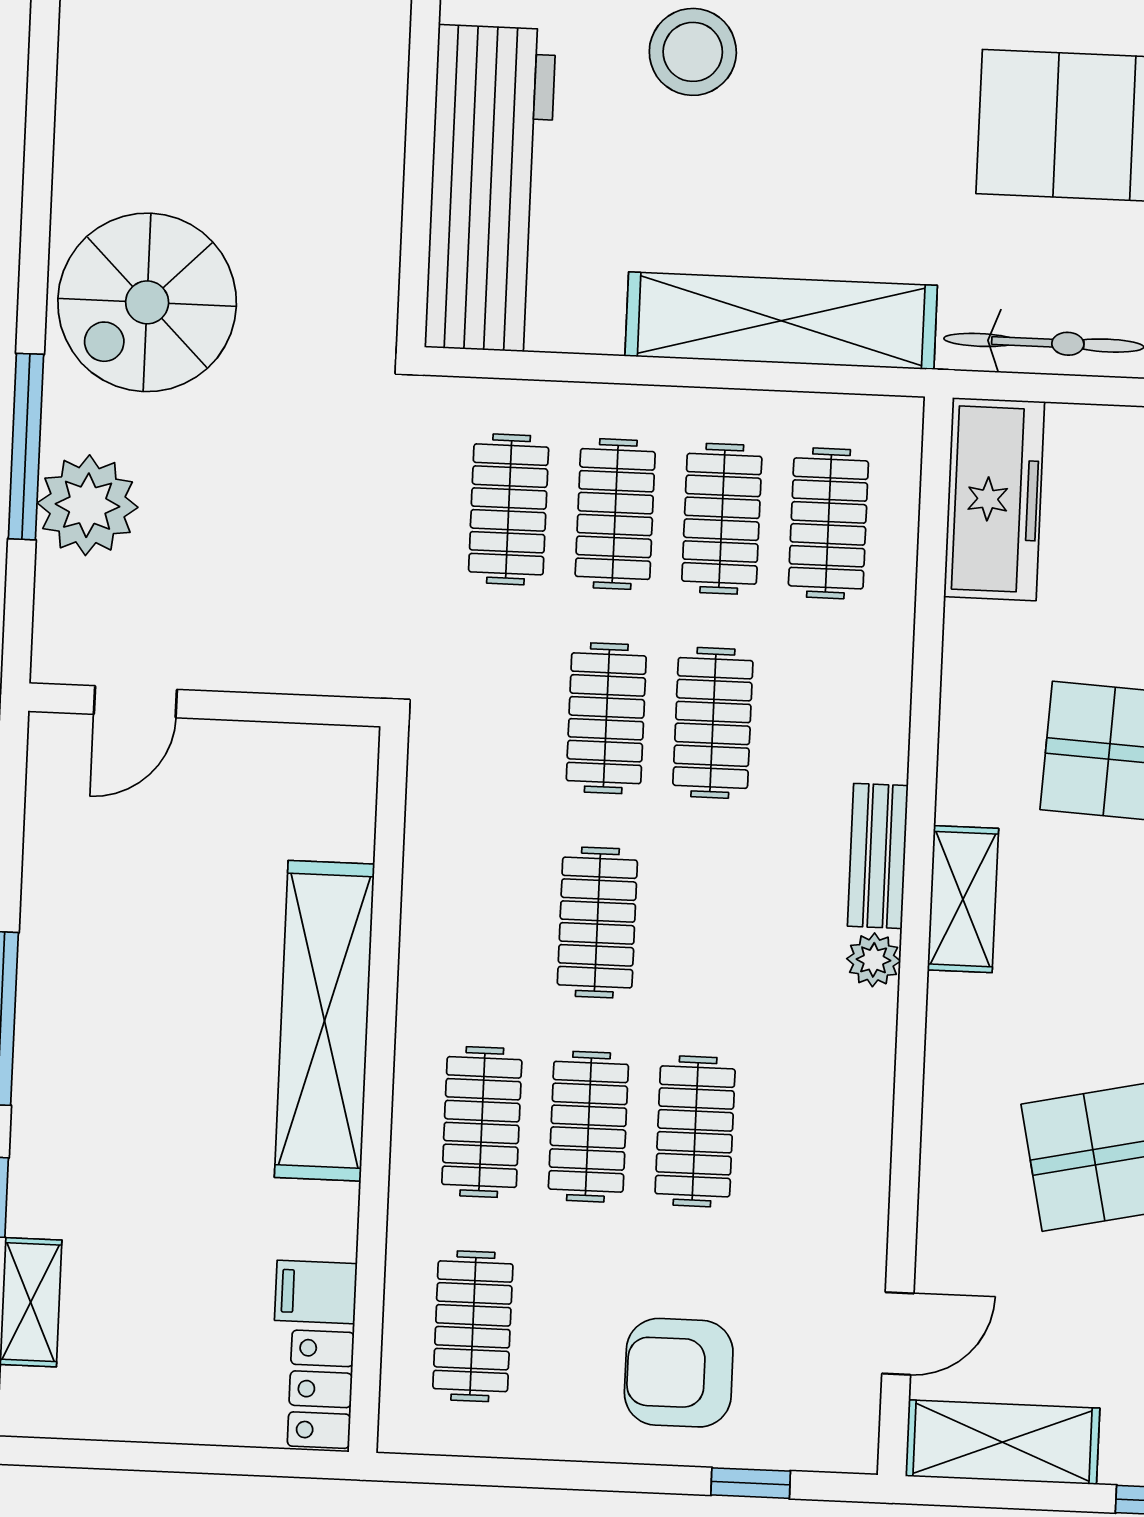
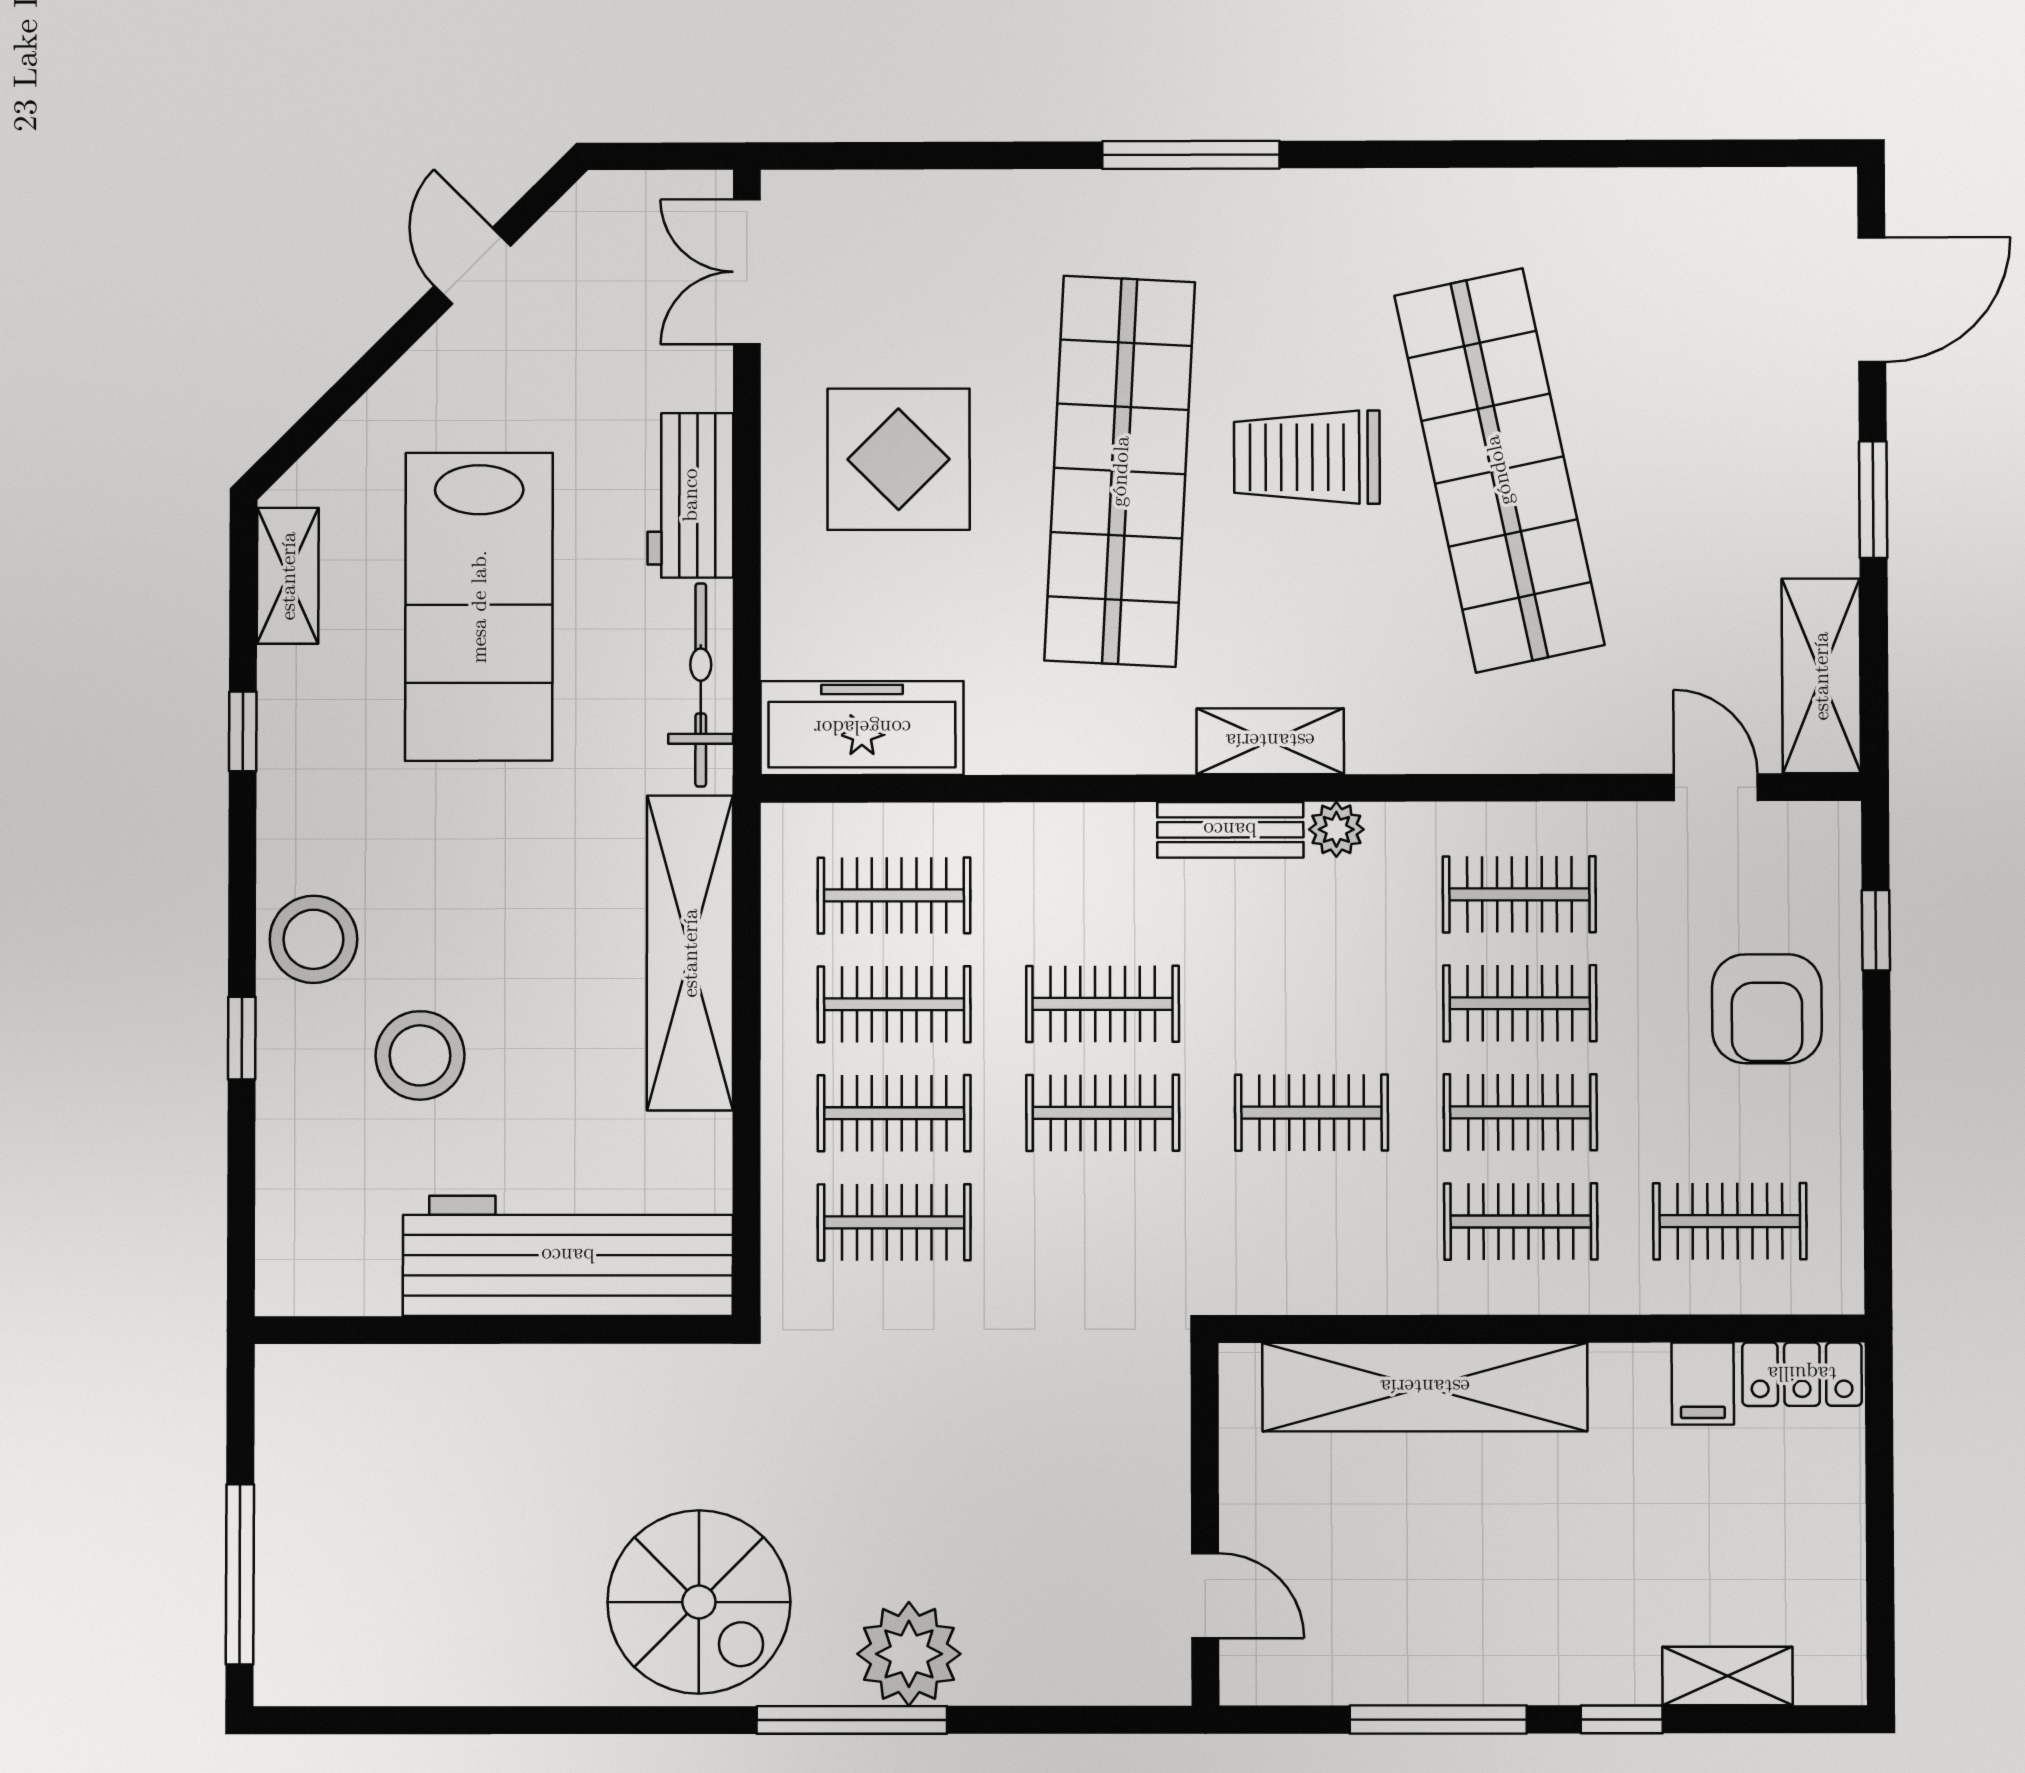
door: (135, 702) -> (1205, 1596), moved
wall: (205, 705) -> (1205, 1524), moved
clothes rail: (802, 1136) -> (1519, 894), added

